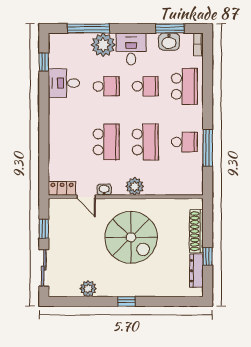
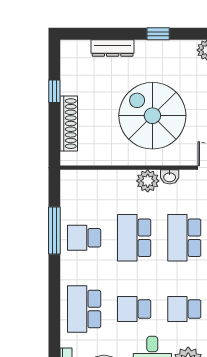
washbasin: (104, 190) -> (170, 177), moved
dresser: (197, 271) -> (113, 48), moved, turned 90

